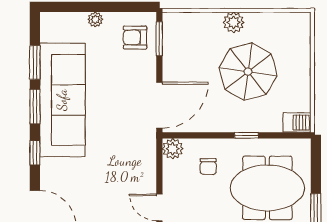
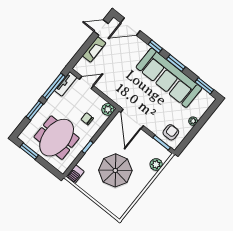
plant: (234, 22) -> (156, 164), moved
window: (35, 62) -> (204, 86), moved

